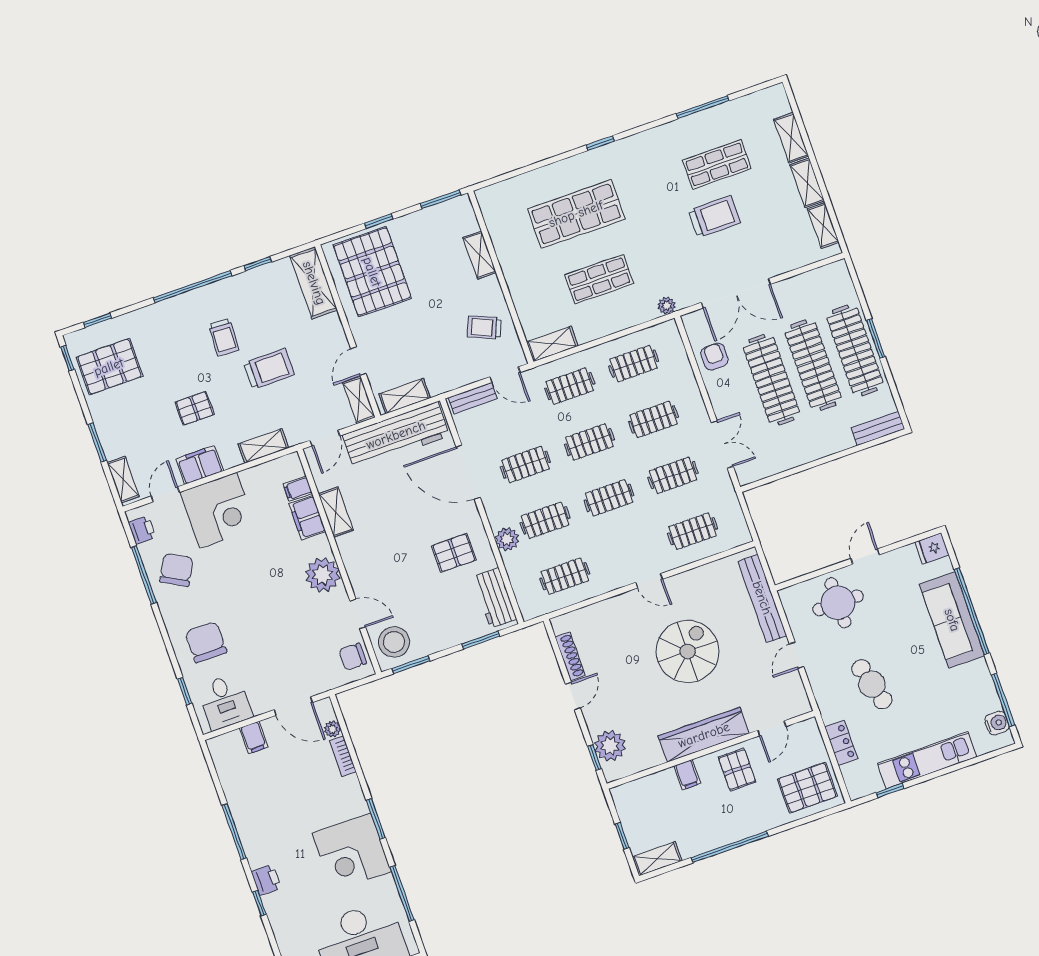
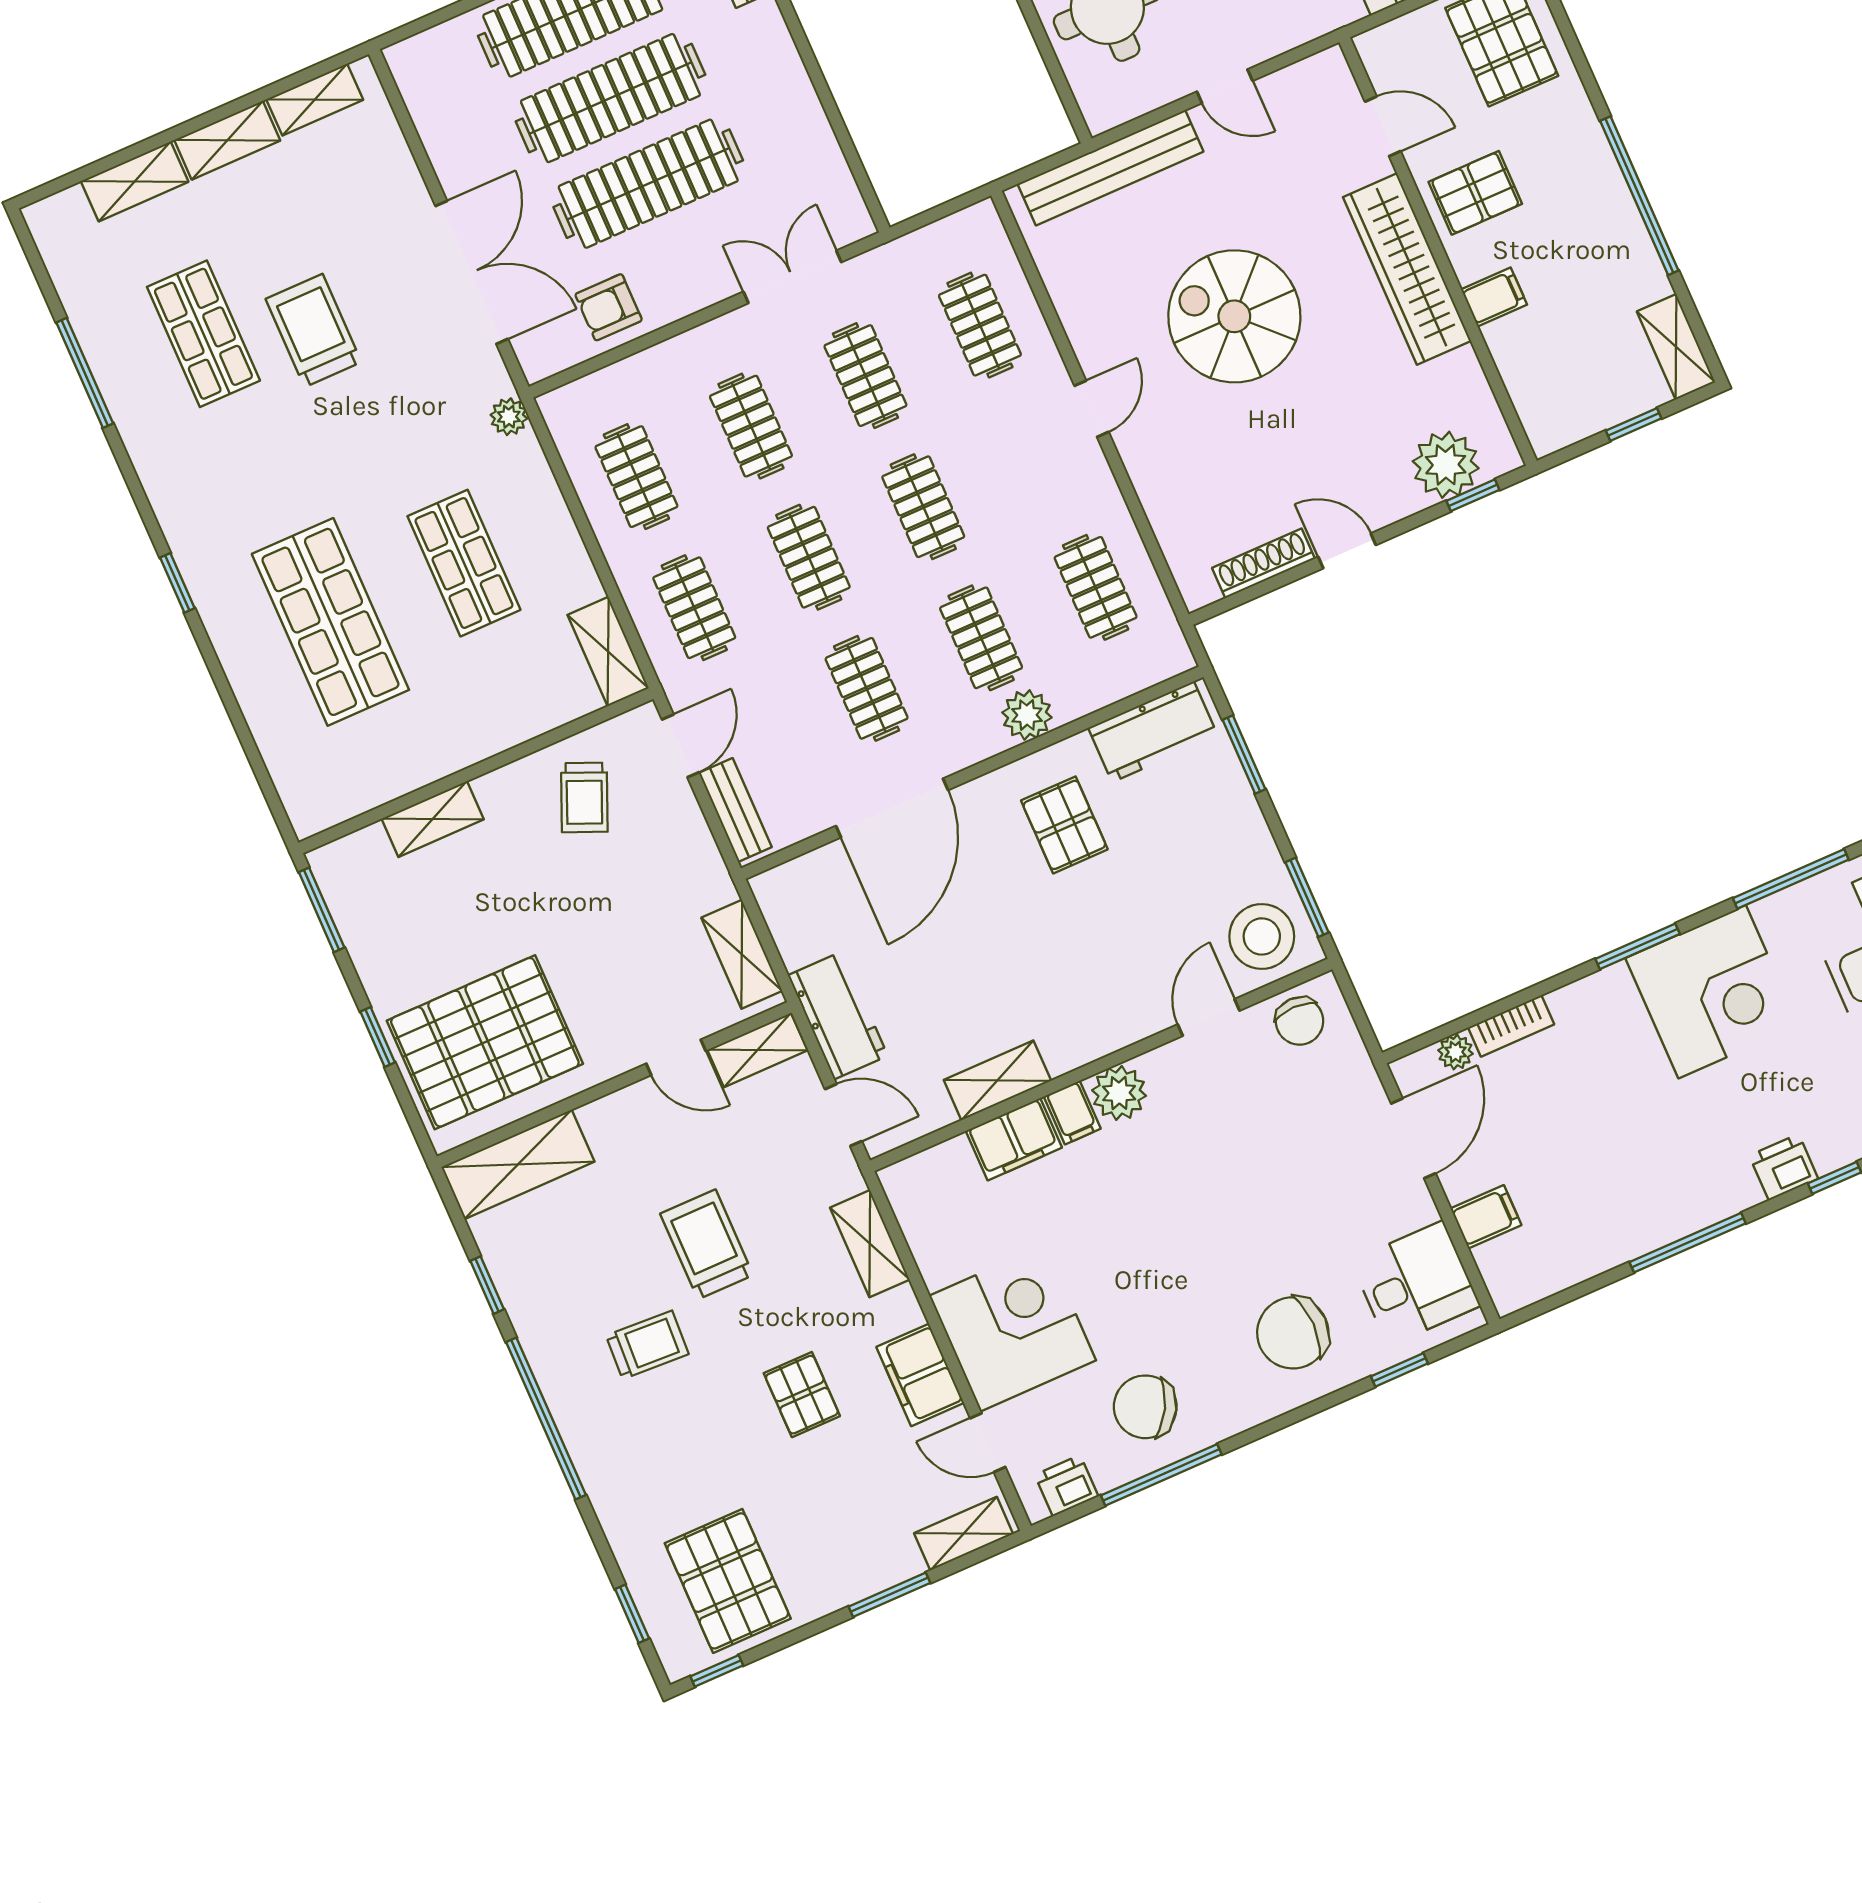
workbench: (396, 435) -> (838, 1016), width x0.53, depth x0.76
filing cabinet: (298, 489) -> (1072, 1113), moved
plant: (323, 575) -> (1119, 1093), width x0.73, depth x0.73

